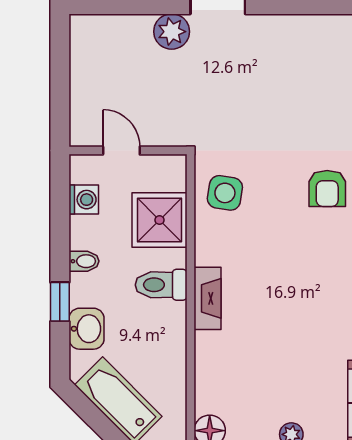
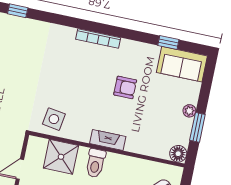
armchair: (327, 188) -> (125, 87), moved

